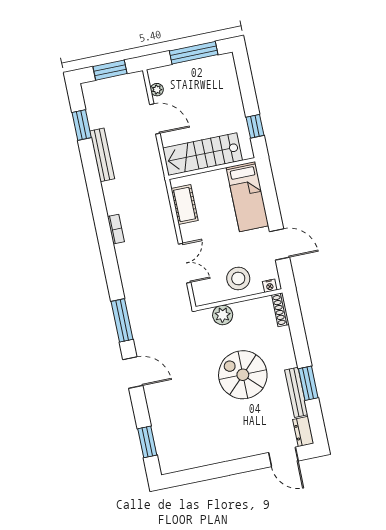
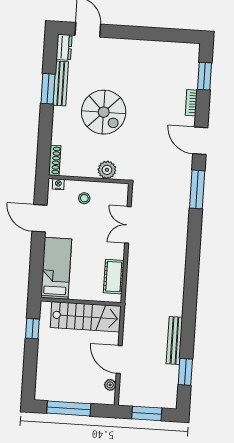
bookcase: (116, 229) -> (191, 103), moved
stool: (238, 278) -> (84, 198), width x0.53, depth x0.53

